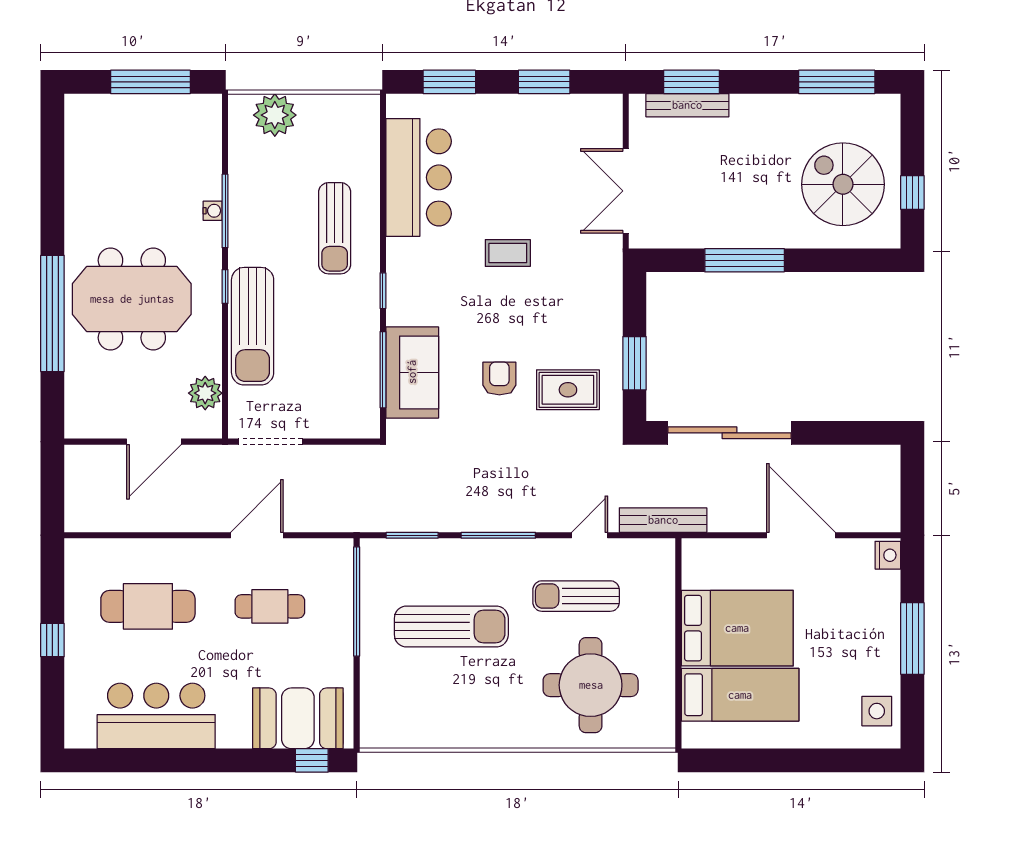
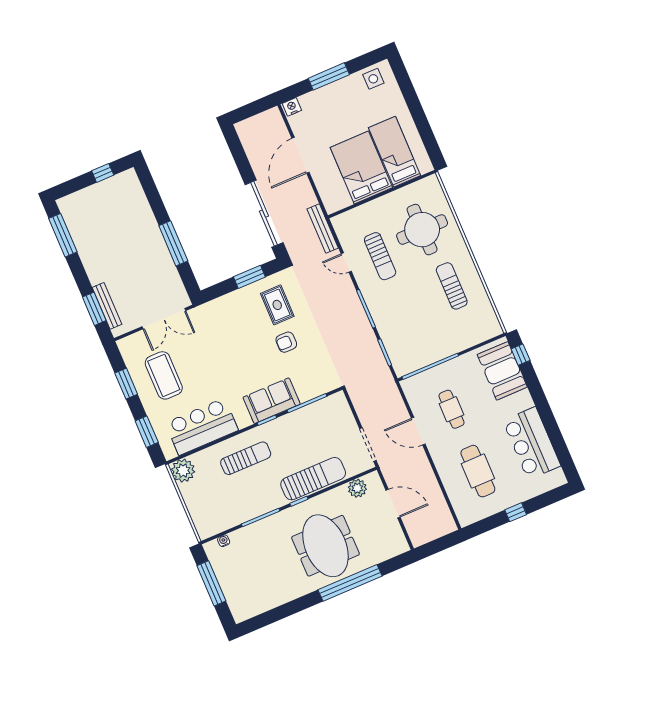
plant: (275, 115) -> (183, 471), moved
spiral stairs: (843, 184) -> (113, 210), removed
water cooler: (213, 211) -> (224, 541), moved
coffee table: (508, 253) -> (164, 375), moved, width x1.86, depth x1.72
sofa: (412, 372) -> (272, 401), moved
sun lounger: (451, 627) -> (452, 286), moved, width x0.73, depth x0.75

